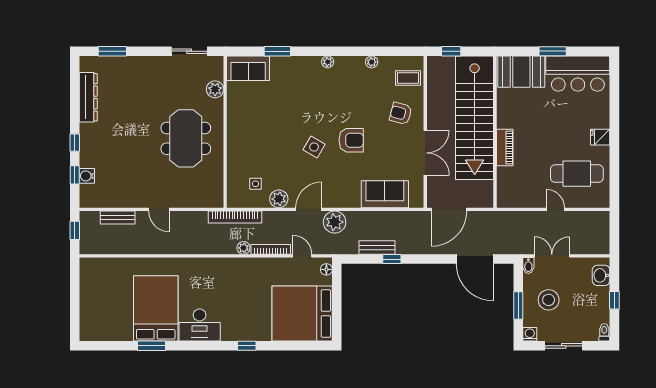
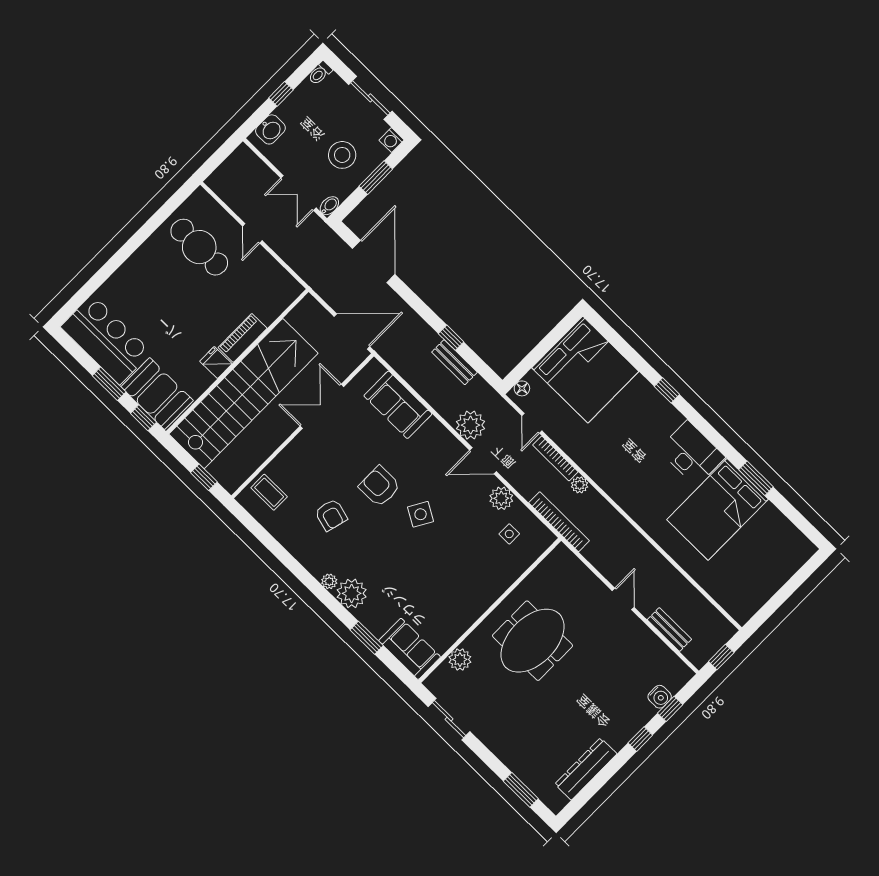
window: (516, 51) -> (143, 418), added
plant: (372, 62) -> (352, 593), moved, width x1.87, depth x1.87
armchair: (401, 113) -> (331, 515), moved
fridge: (600, 137) -> (216, 362), moved, turned 180

